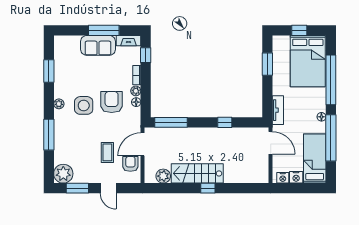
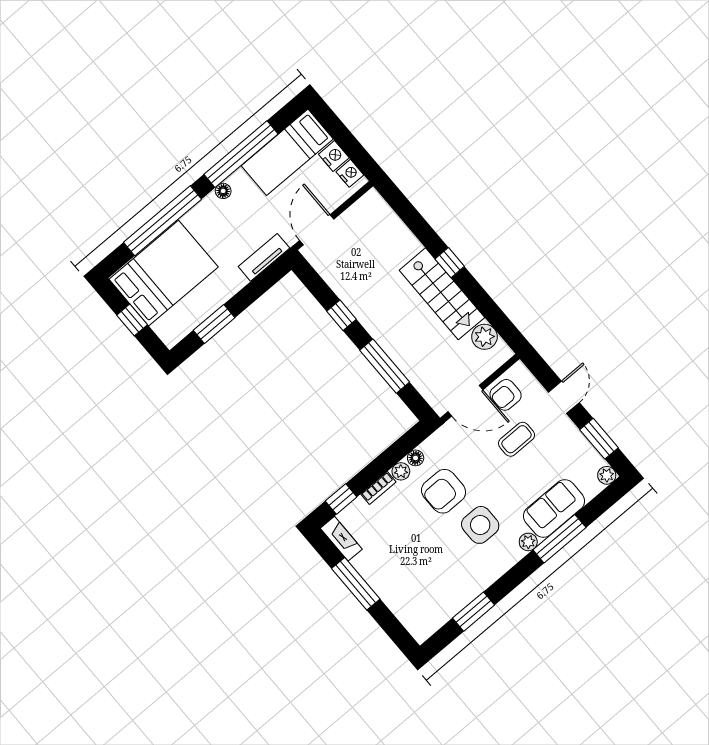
sofa: (98, 45) -> (554, 509), moved, turned -90
plant: (59, 104) -> (528, 542), moved
window: (171, 122) -> (385, 366), moved
plant: (63, 174) -> (607, 475), width x0.53, depth x0.53

